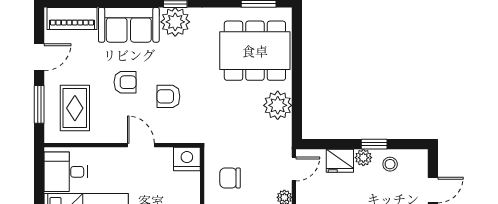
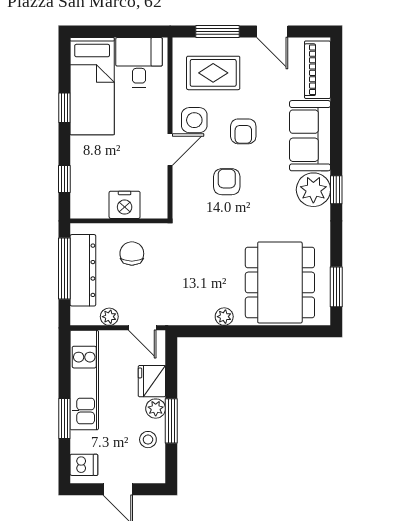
plant: (278, 105) -> (224, 317), width x0.53, depth x0.53
side table: (115, 124) -> (194, 120), added
window: (374, 144) -> (171, 421), width x1.50
nightstand: (187, 159) -> (125, 205), moved, turned 90

